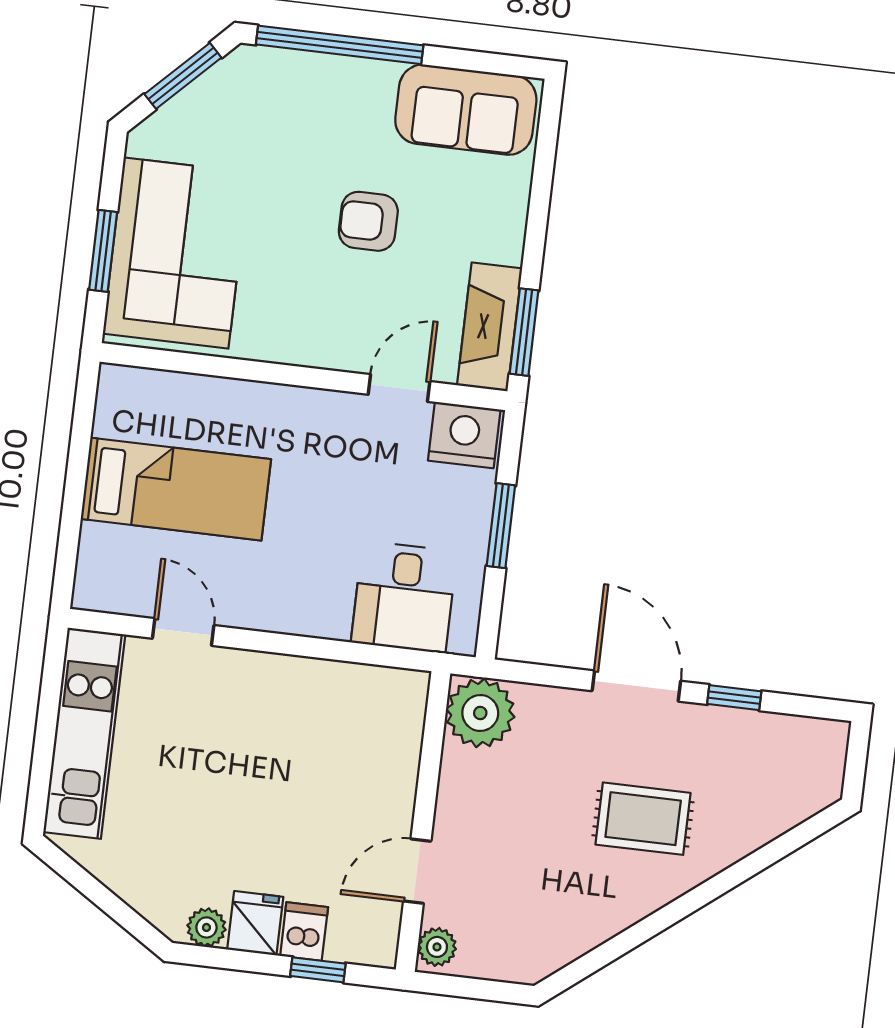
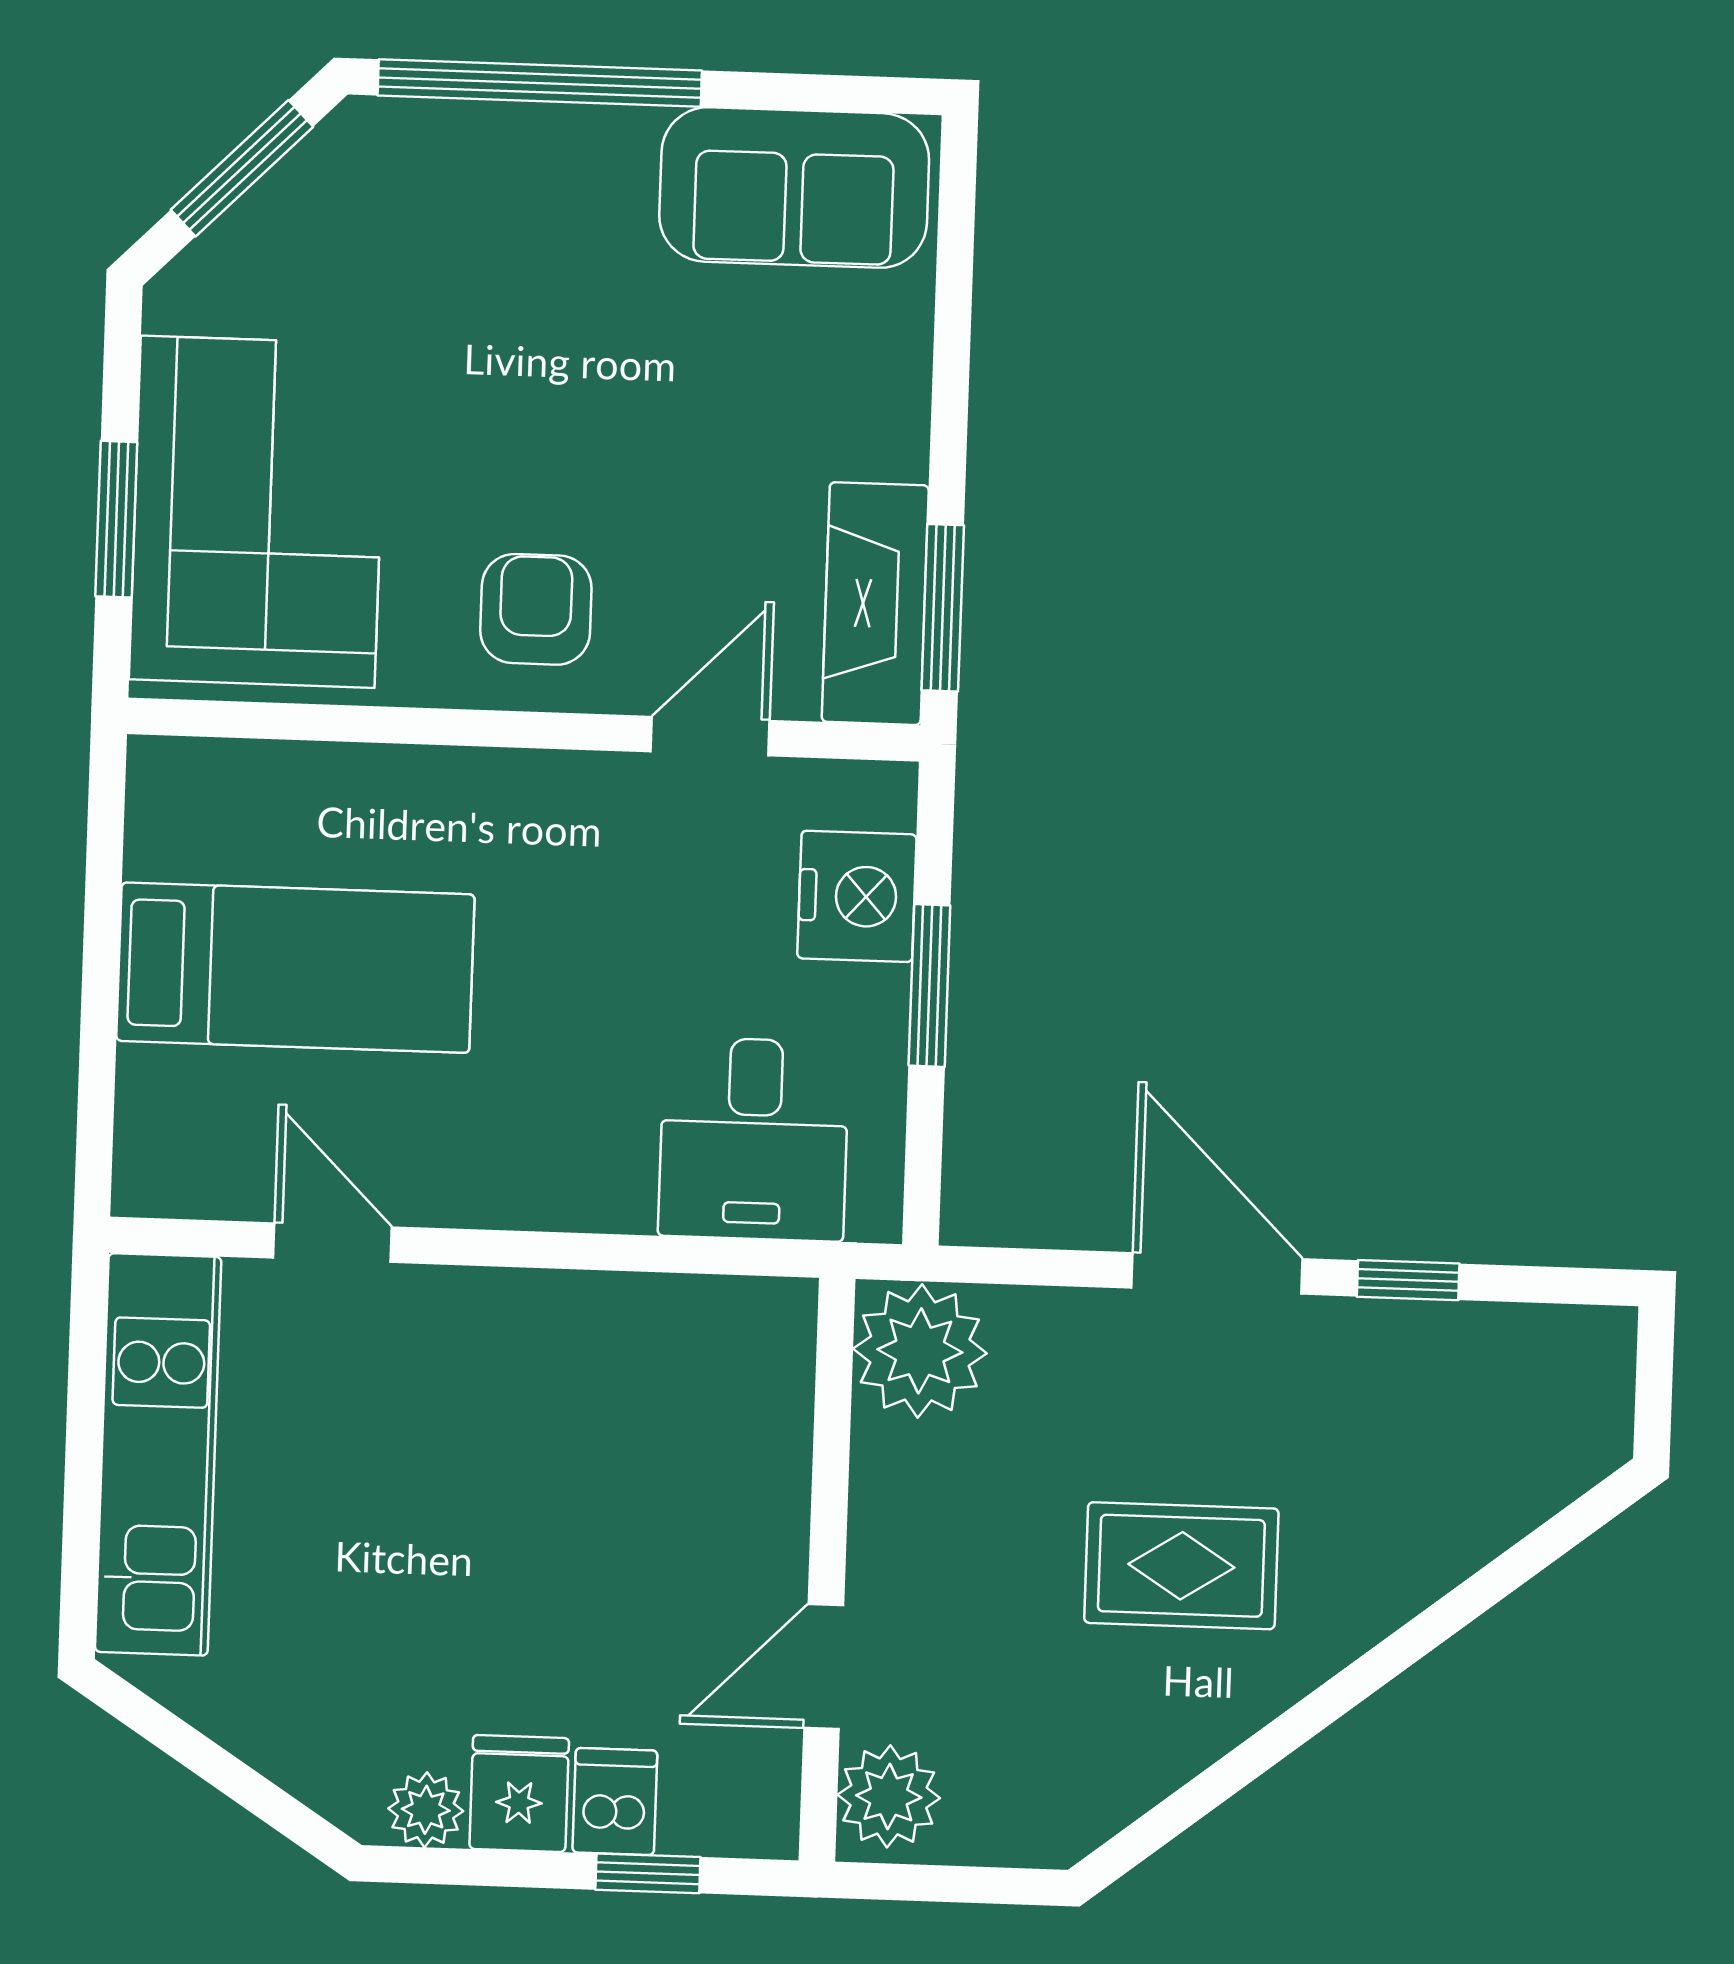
armchair: (368, 221) -> (536, 609), moved, turned 90
nightstand: (464, 435) -> (857, 896), moved, turned 90
rug: (643, 819) -> (1181, 1566), moved
plant: (437, 947) -> (889, 1796), width x1.38, depth x1.38

